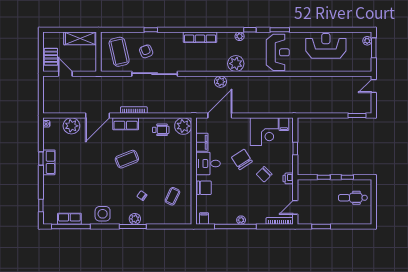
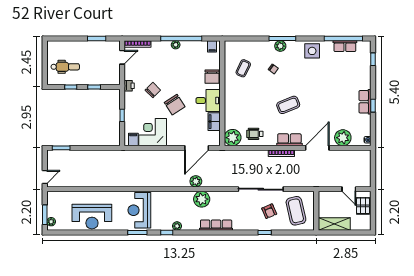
plant: (236, 64) -> (202, 199), moved
chair: (204, 188) -> (212, 77), turned -90

